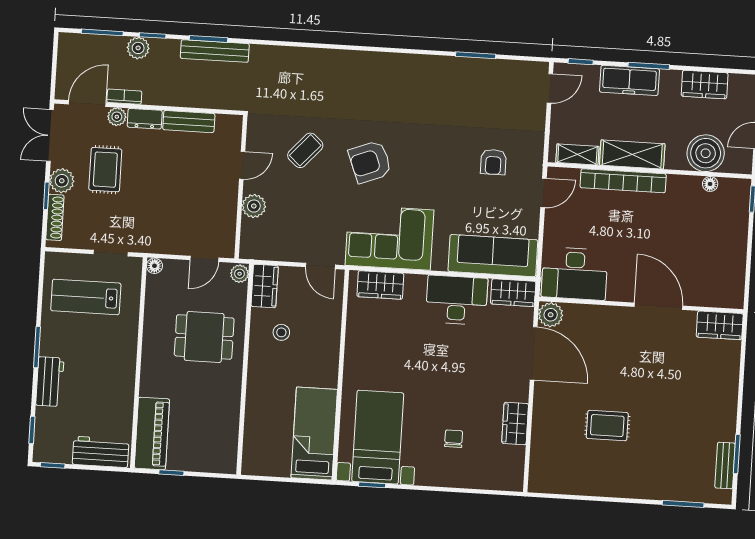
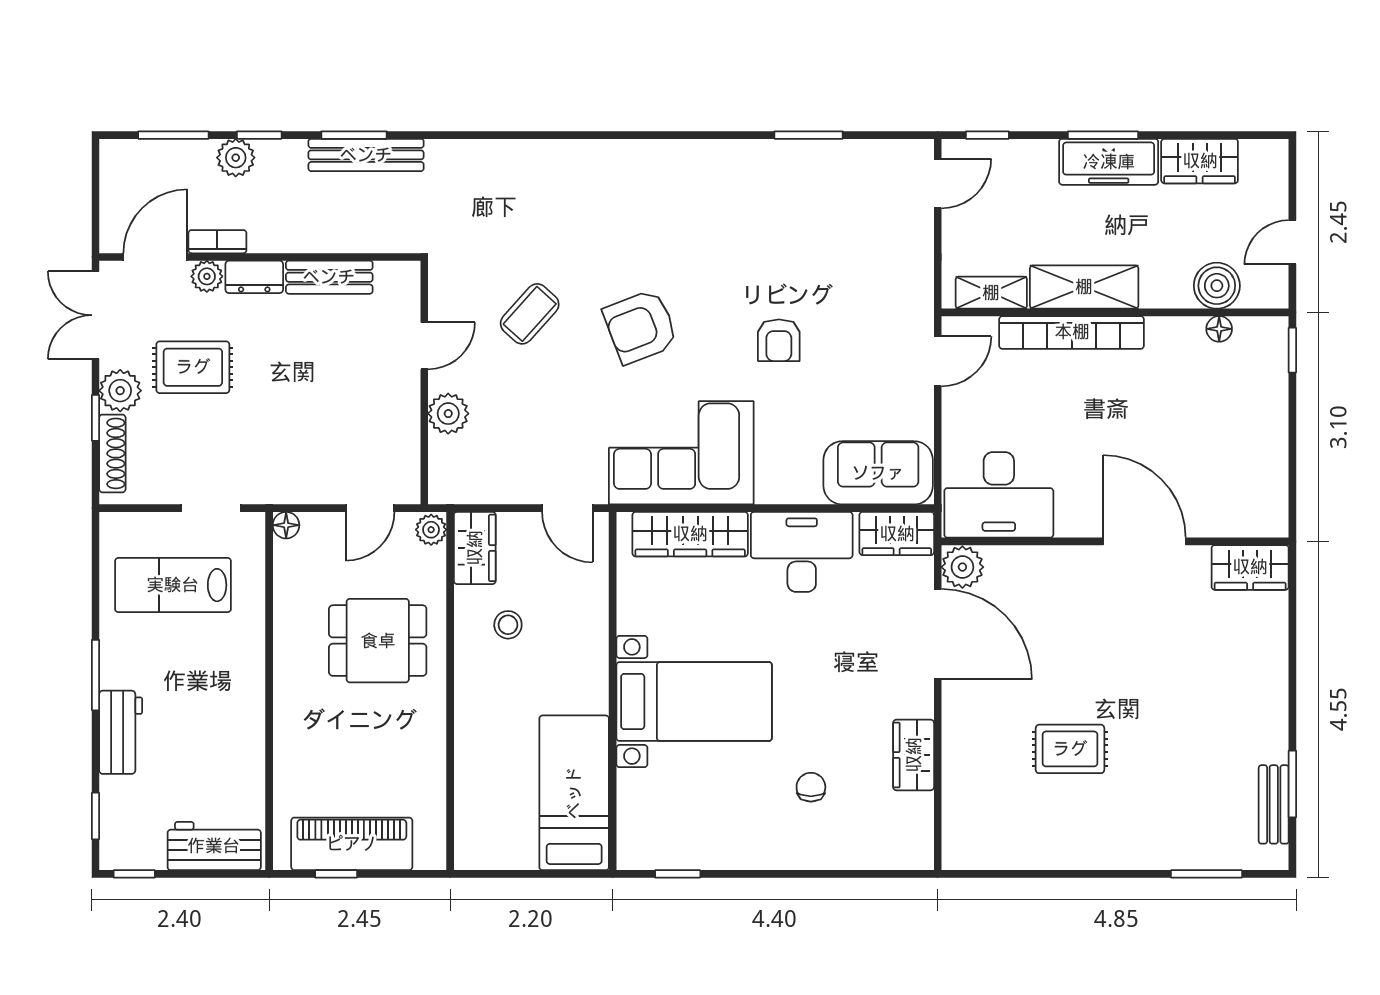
freezer: (629, 80) -> (1109, 162), moved
boiler: (706, 153) -> (1217, 286), width x0.73, depth x0.73
armchair: (493, 162) -> (779, 340), moved
rug: (105, 170) -> (193, 367), turned 90
sofa: (493, 256) -> (878, 473), width x0.73
wardrobe: (380, 285) -> (690, 534), width x1.50
piano: (152, 434) -> (352, 844), moved, turned -90
bed with nightstands: (378, 437) -> (694, 702), moved, turned 90

